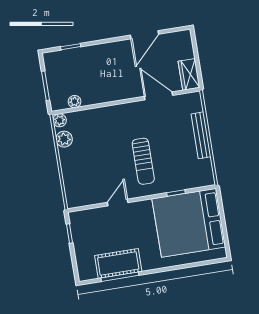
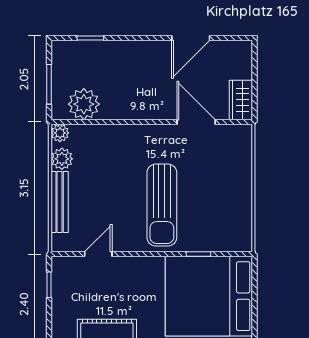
plant: (75, 102) -> (84, 104), width x1.87, depth x1.87
bench: (201, 135) -> (60, 202), moved
sun lounger: (143, 161) -> (162, 205), width x1.36, depth x1.34
door: (118, 202) -> (98, 254), moved

